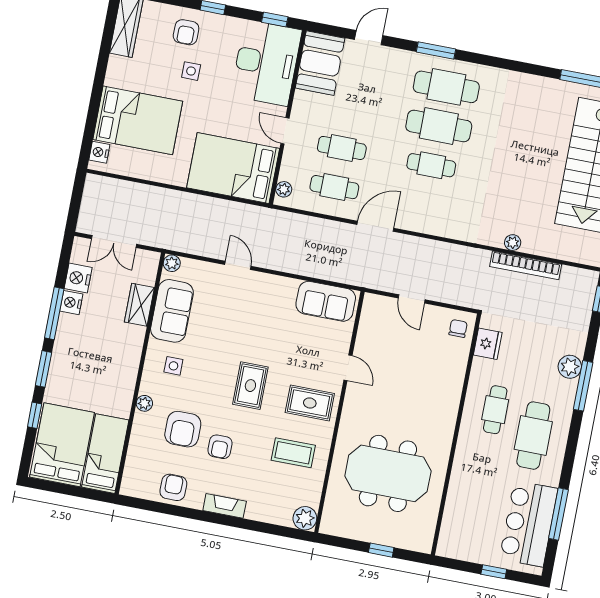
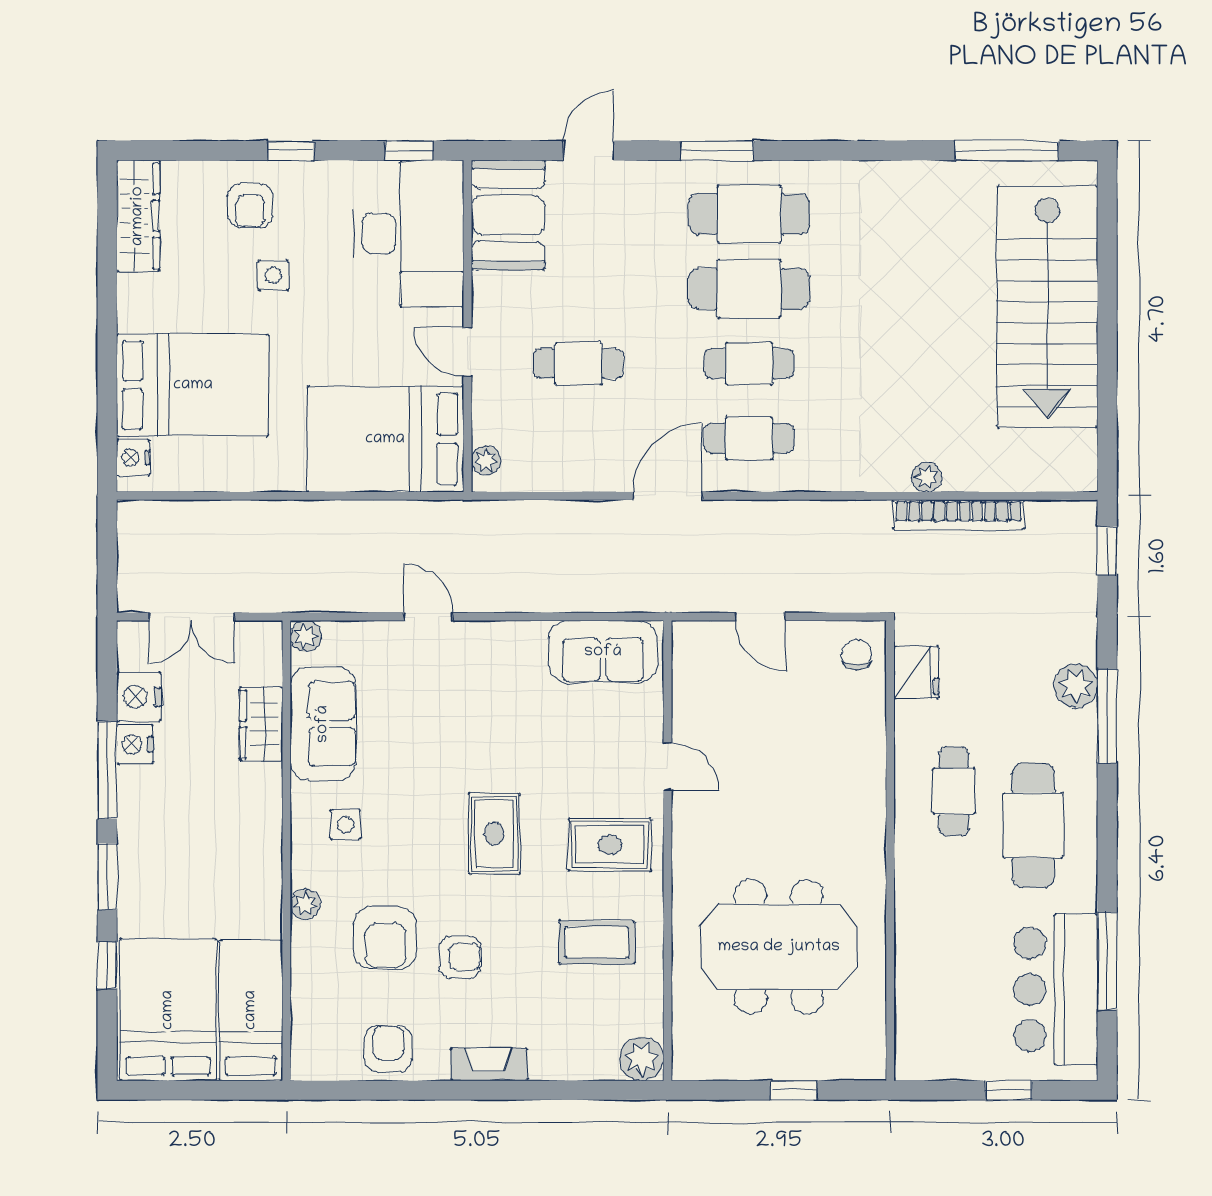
cafe table: (334, 187) -> (749, 438), moved
armchair: (220, 447) -> (460, 957), turned -90

